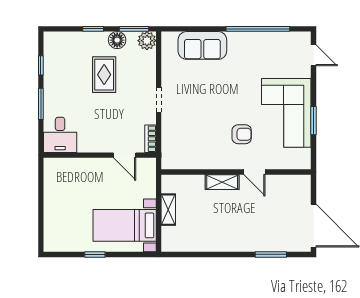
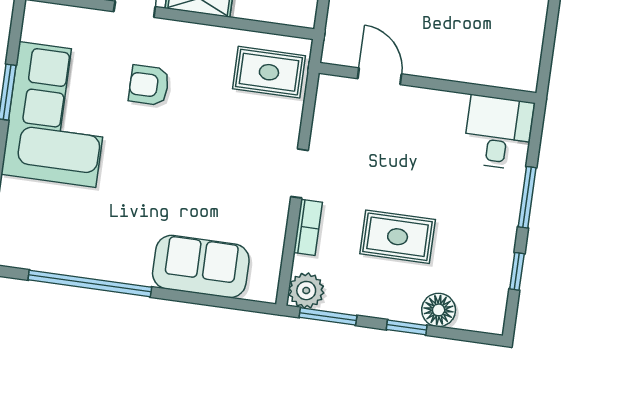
floor lamp: (117, 40) -> (439, 310), moved
rug: (104, 75) -> (398, 237), turned 90
bookcase: (151, 139) -> (308, 227), moved
rug: (181, 149) -> (269, 72), added

